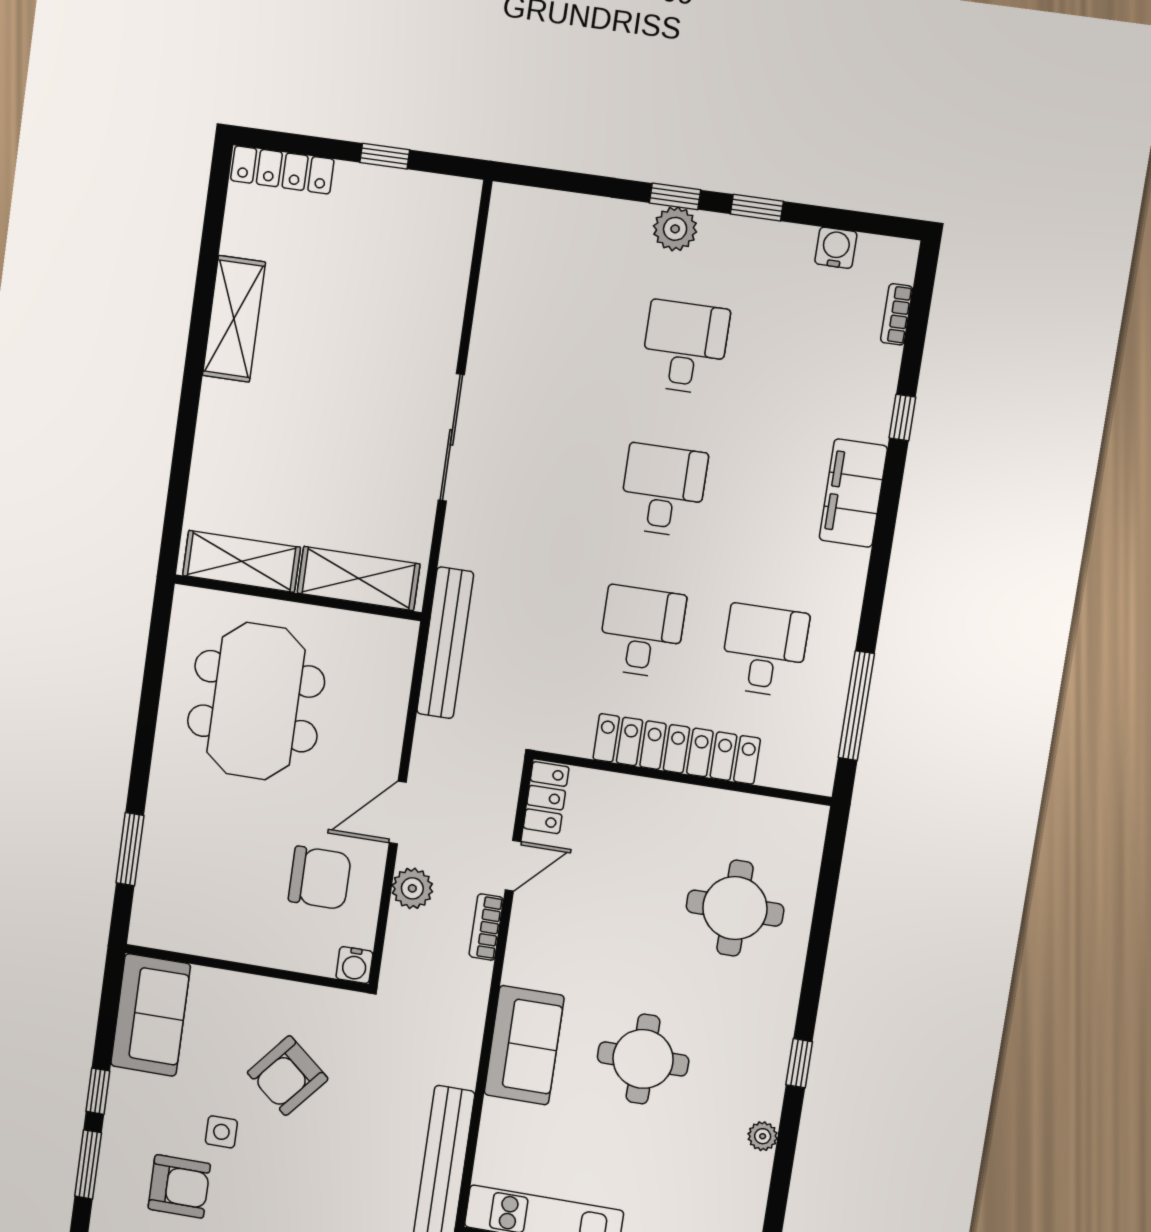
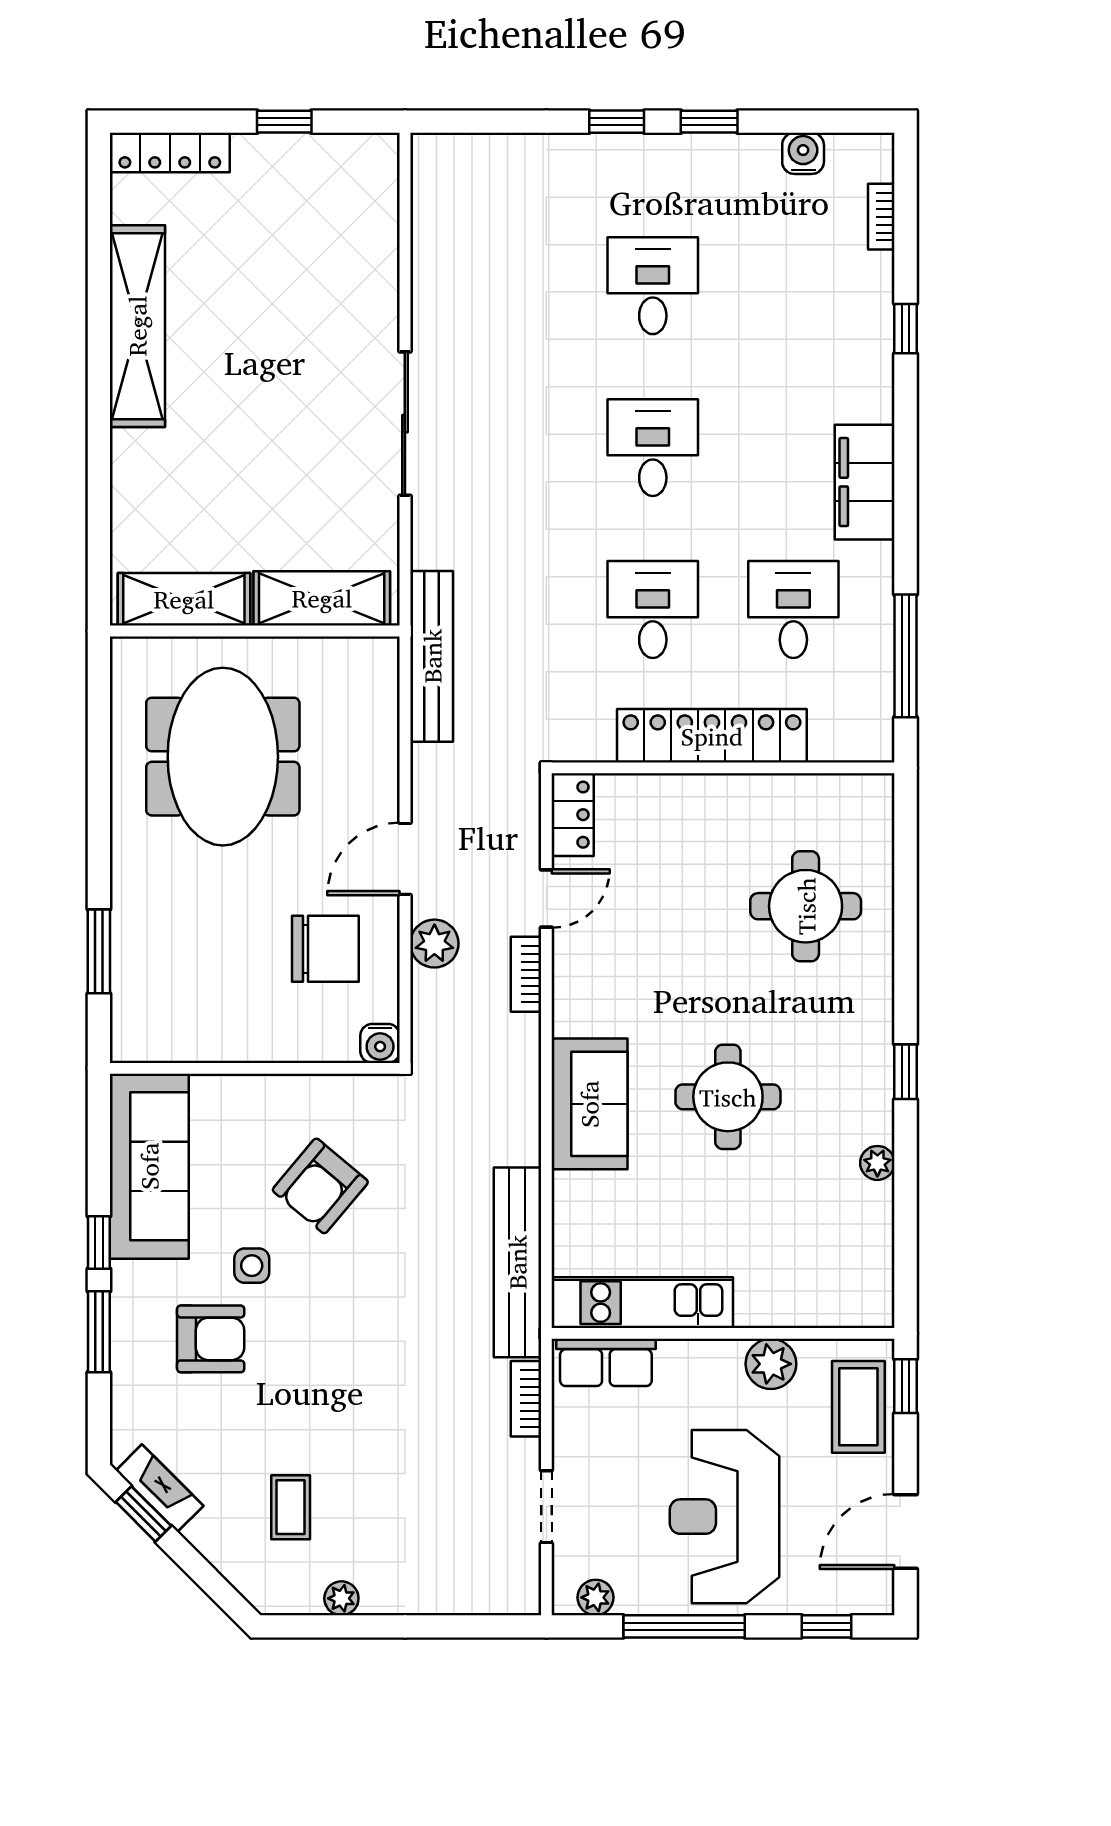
plant: (675, 229) -> (622, 157), removed
shelving: (234, 319) -> (137, 326), width x1.47
filing cabinet: (853, 493) -> (865, 482), moved
sofa: (151, 1015) -> (149, 1166), width x1.36

